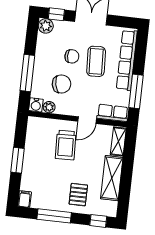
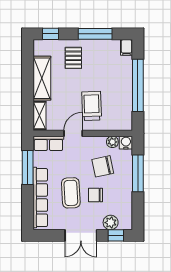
plant: (46, 26) -> (111, 223), moved
window: (17, 160) -> (138, 85), width x2.11

